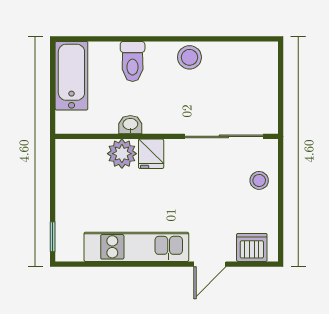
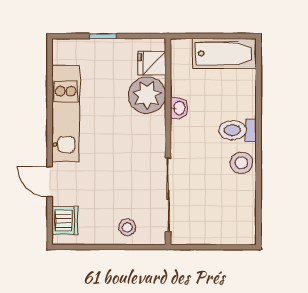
toilet: (133, 61) -> (237, 130), moved
plant: (122, 154) -> (147, 95), width x1.36, depth x1.36
fridge: (151, 154) -> (152, 63), moved
window: (53, 237) -> (103, 36), moved

